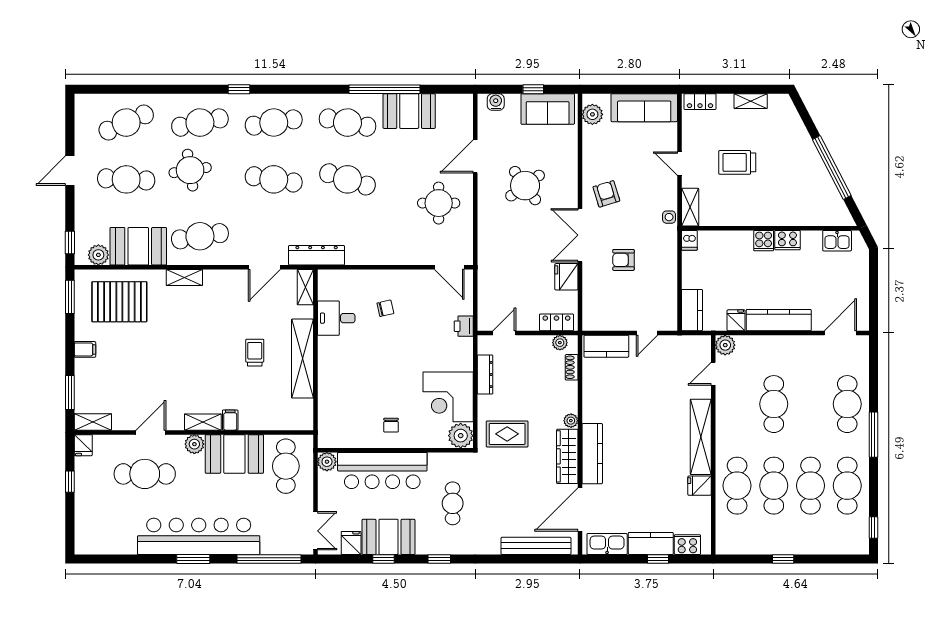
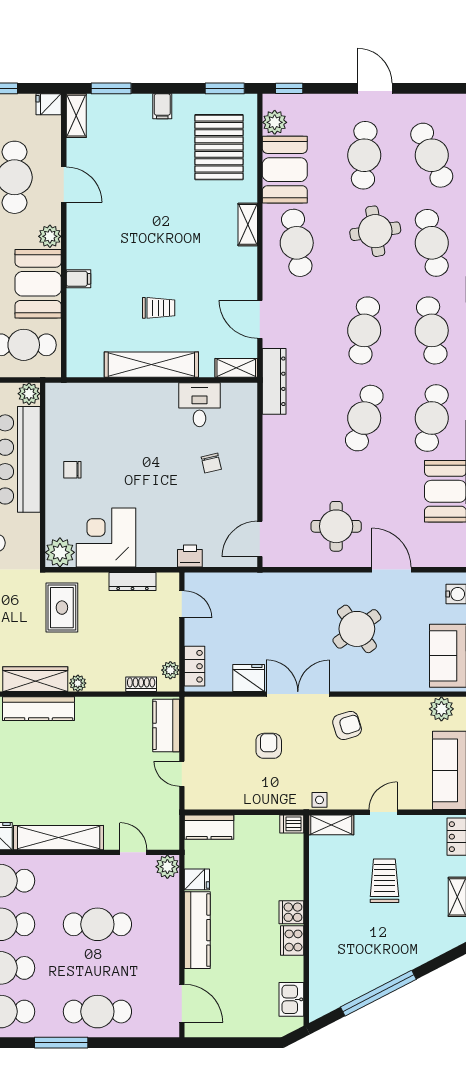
shelving: (203, 422) -> (76, 246), removed

